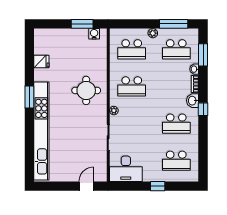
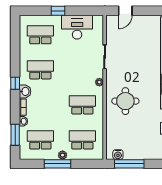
window: (82, 24) -> (129, 164), width x1.44
window: (174, 24) -> (58, 164), moved
desk: (126, 169) -> (77, 27), moved

